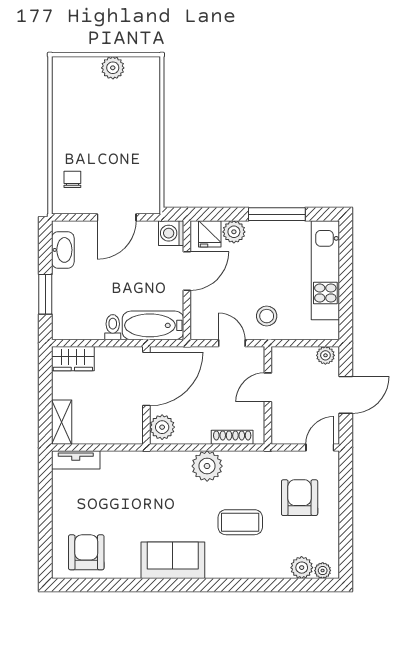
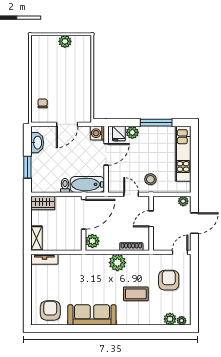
sofa: (173, 560) -> (92, 315), width x1.36

